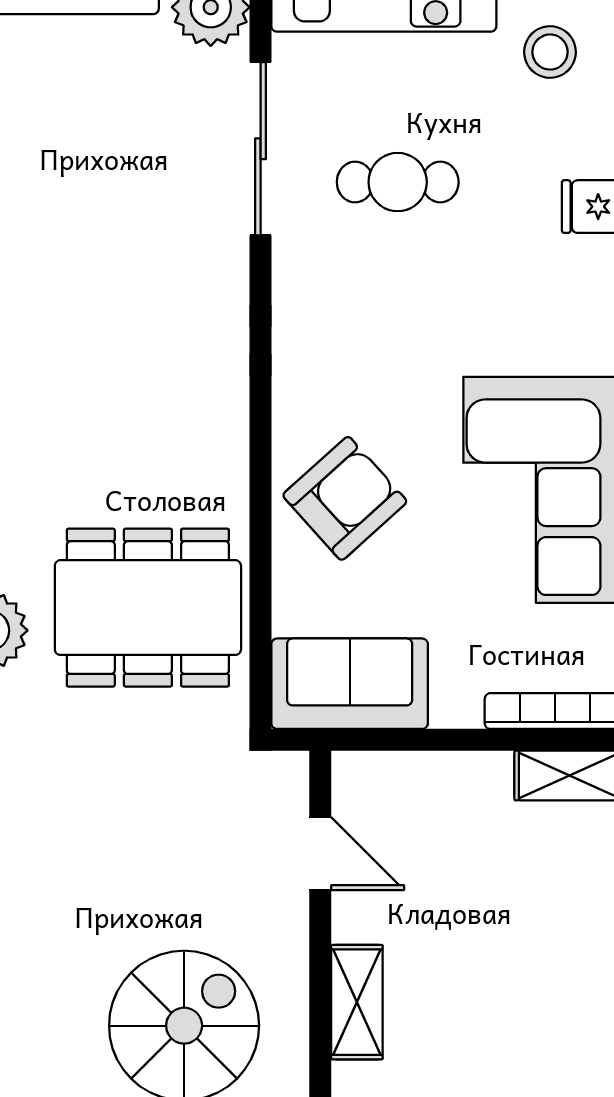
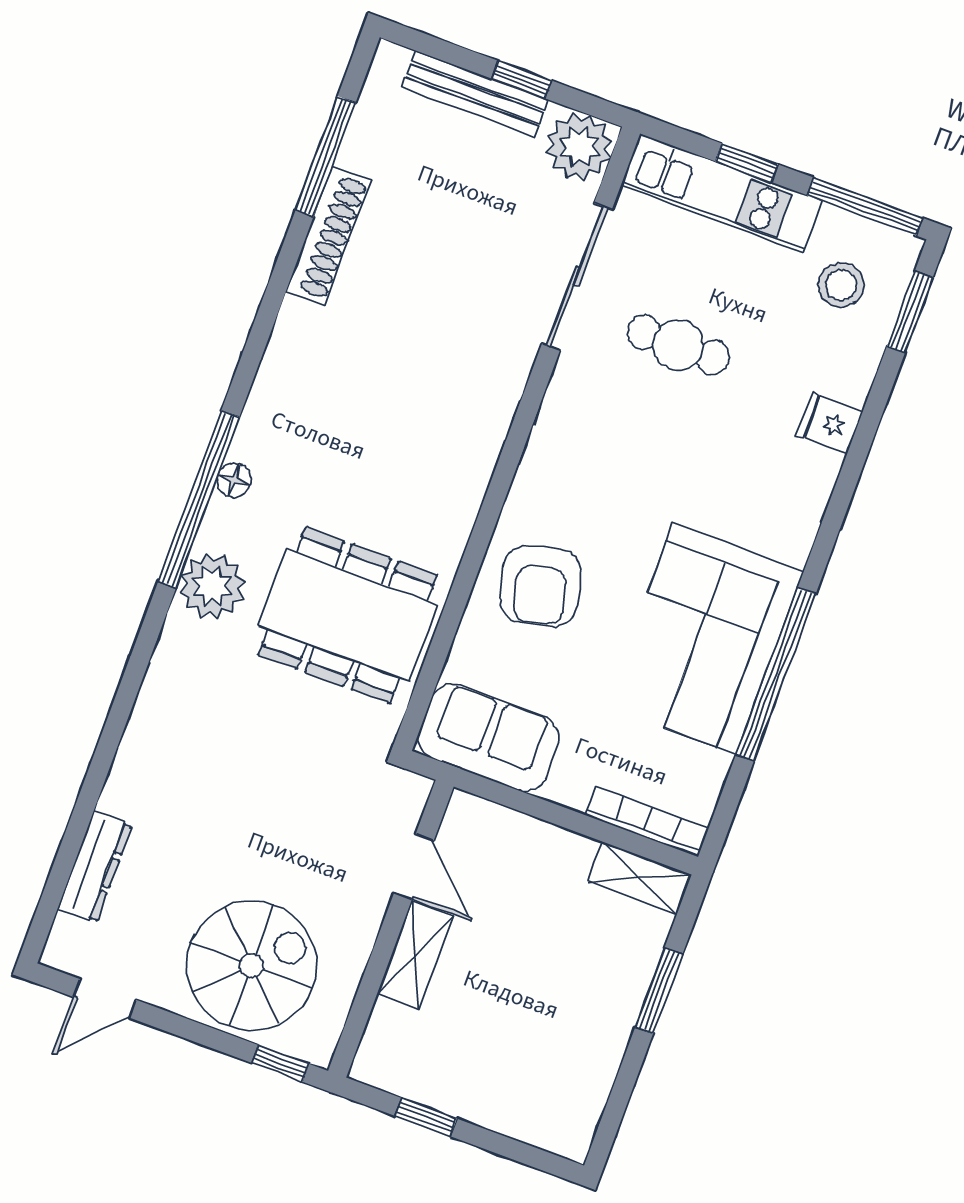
armchair: (345, 498) -> (540, 586), turned 117
shelving: (357, 1002) -> (415, 955), moved

